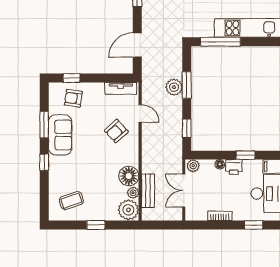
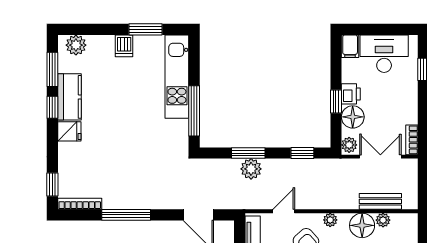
window: (245, 155) -> (336, 101), moved
floor lamp: (220, 164) -> (353, 117), width x1.89, depth x1.89
double door: (184, 191) -> (380, 157), swing flipped
plant: (128, 210) -> (330, 220), moved, width x0.53, depth x0.53
bookcase: (220, 216) -> (412, 140), moved

